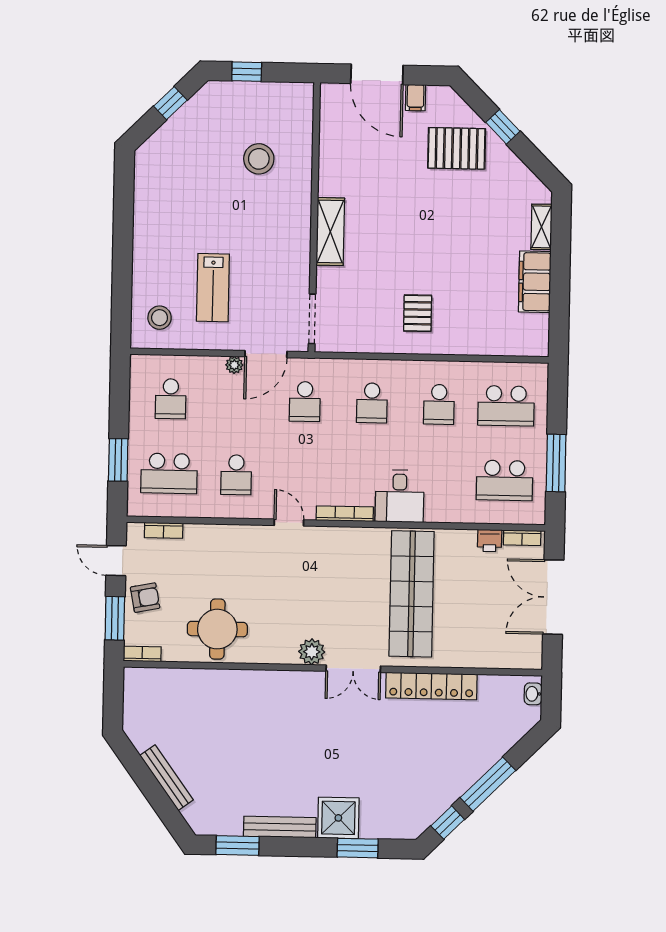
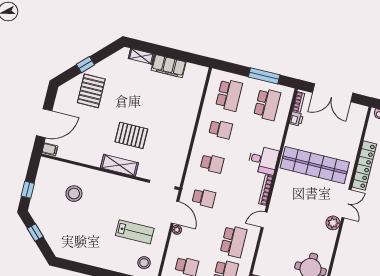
filing cabinet: (416, 98) -> (50, 149), moved
pallet: (418, 313) -> (131, 135), moved, width x1.50, depth x1.42
school desk: (236, 475) -> (233, 241), width x1.85

